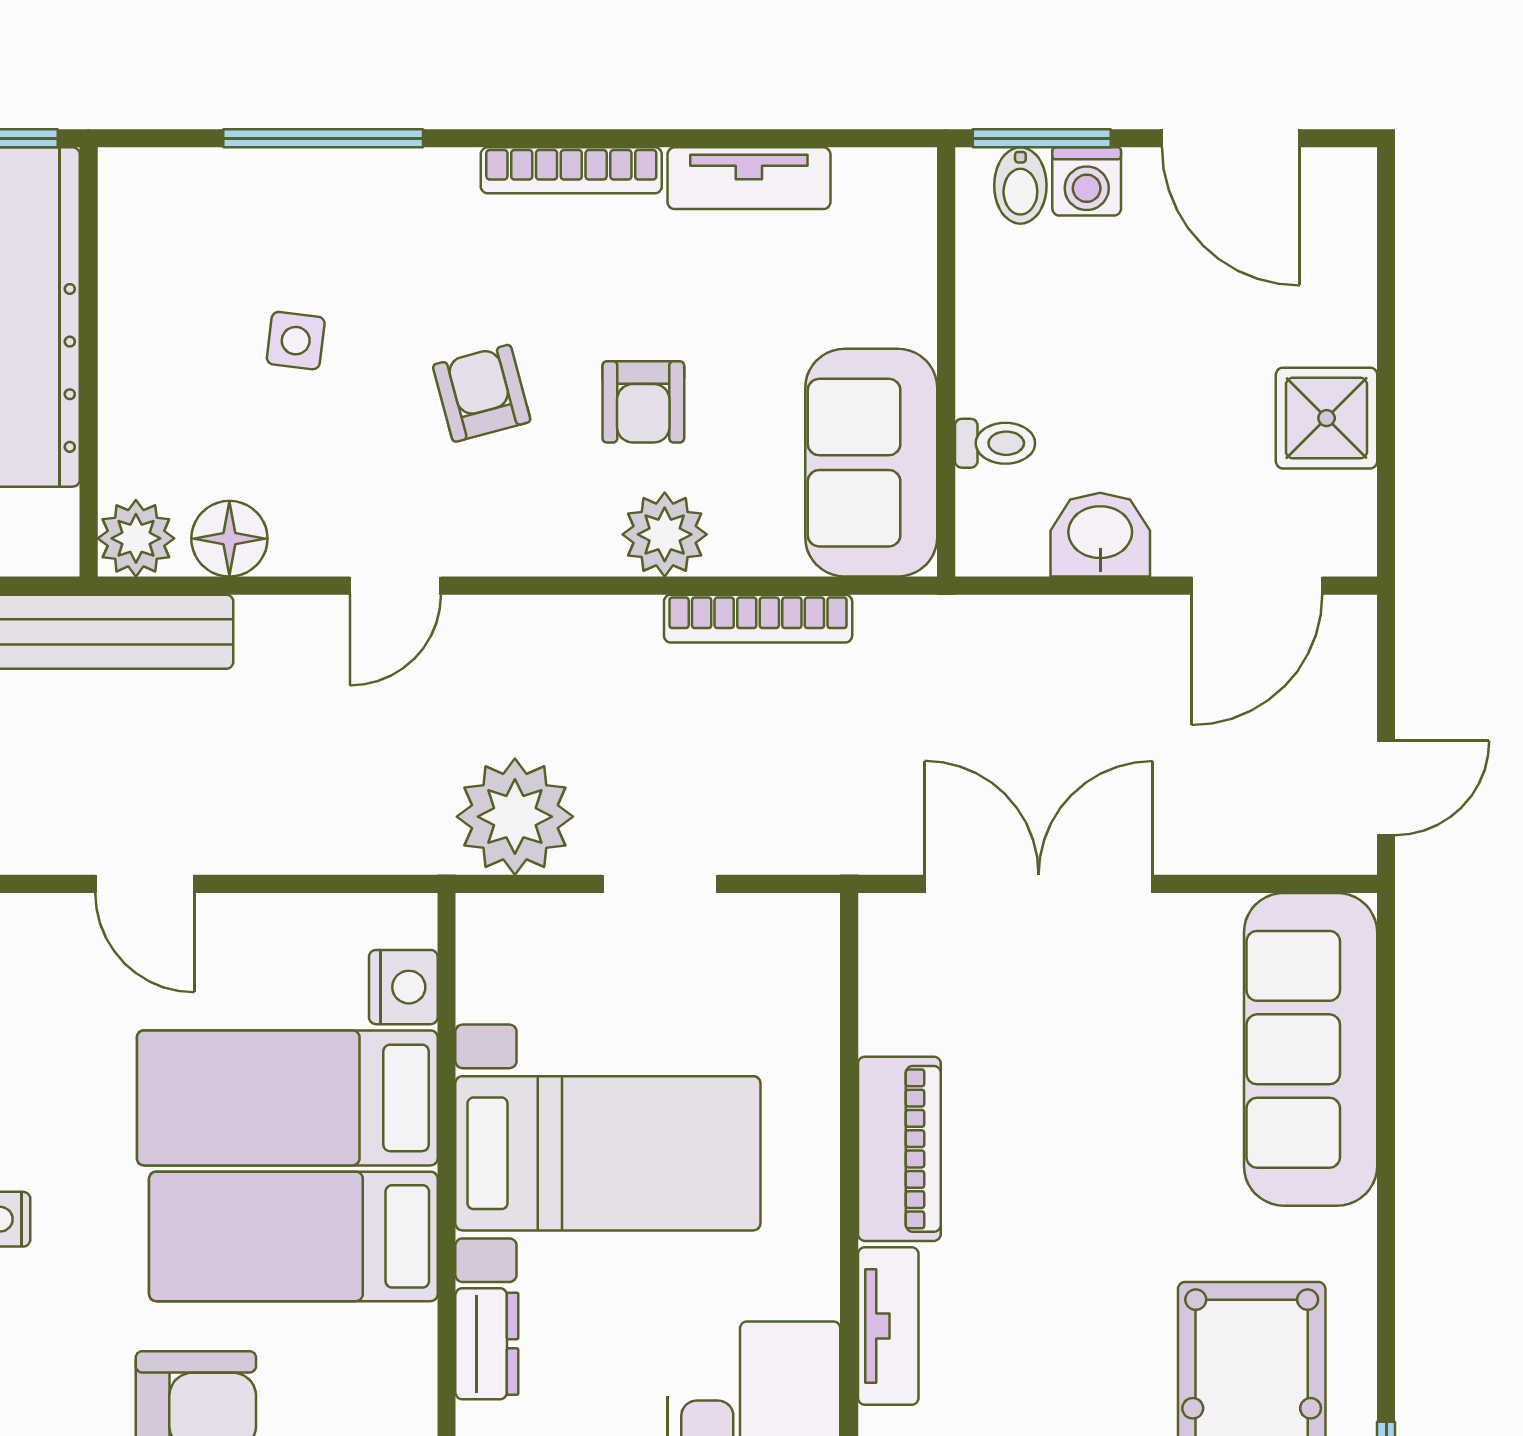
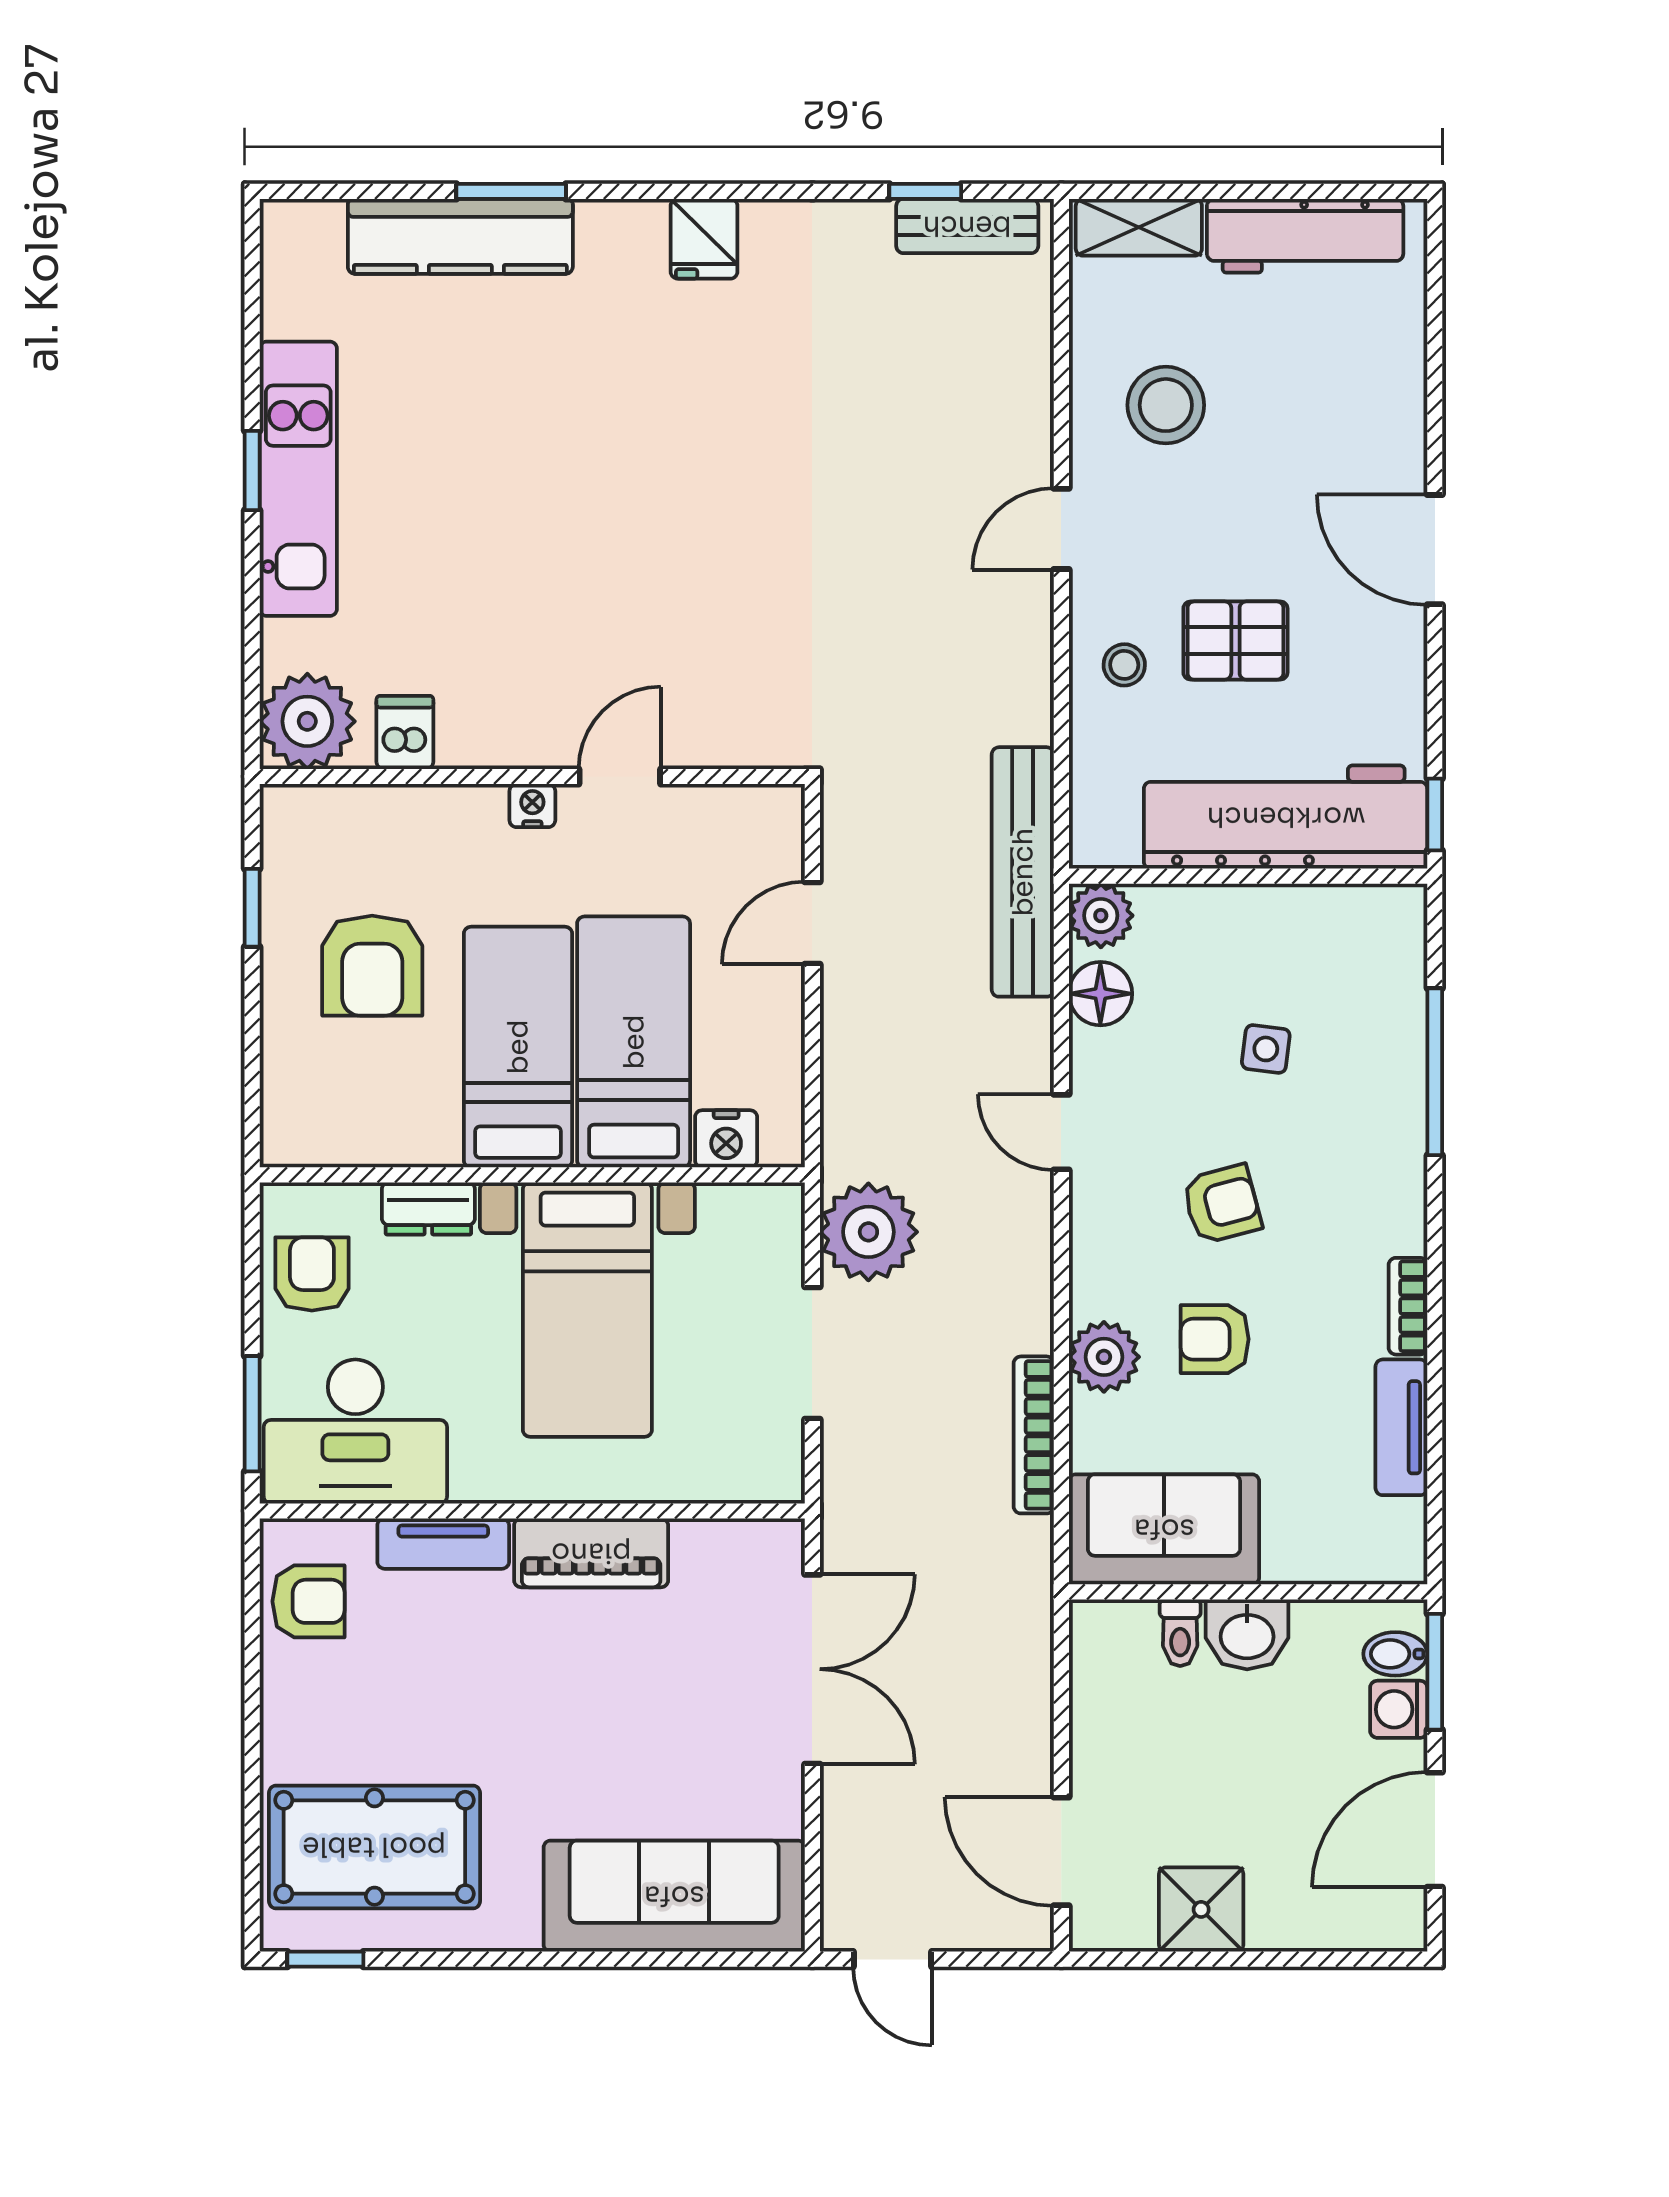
bookcase: (571, 170) -> (1408, 1306), width x0.64
washbasin: (1100, 535) -> (1247, 1634), moved, turned 90
doorway: (660, 884) -> (812, 1353), width x1.38

